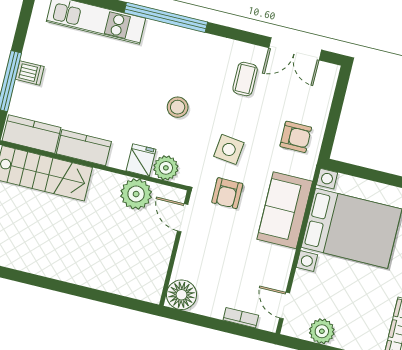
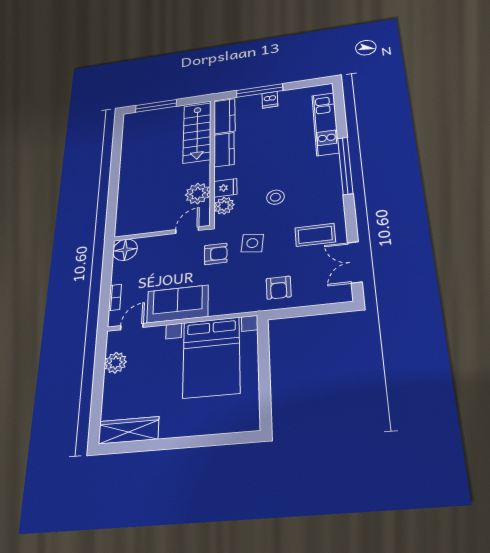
coffee table: (245, 79) -> (315, 235), width x1.36, depth x1.30
armchair: (227, 193) -> (216, 254), turned 180
sofa: (285, 210) -> (178, 304), moved

